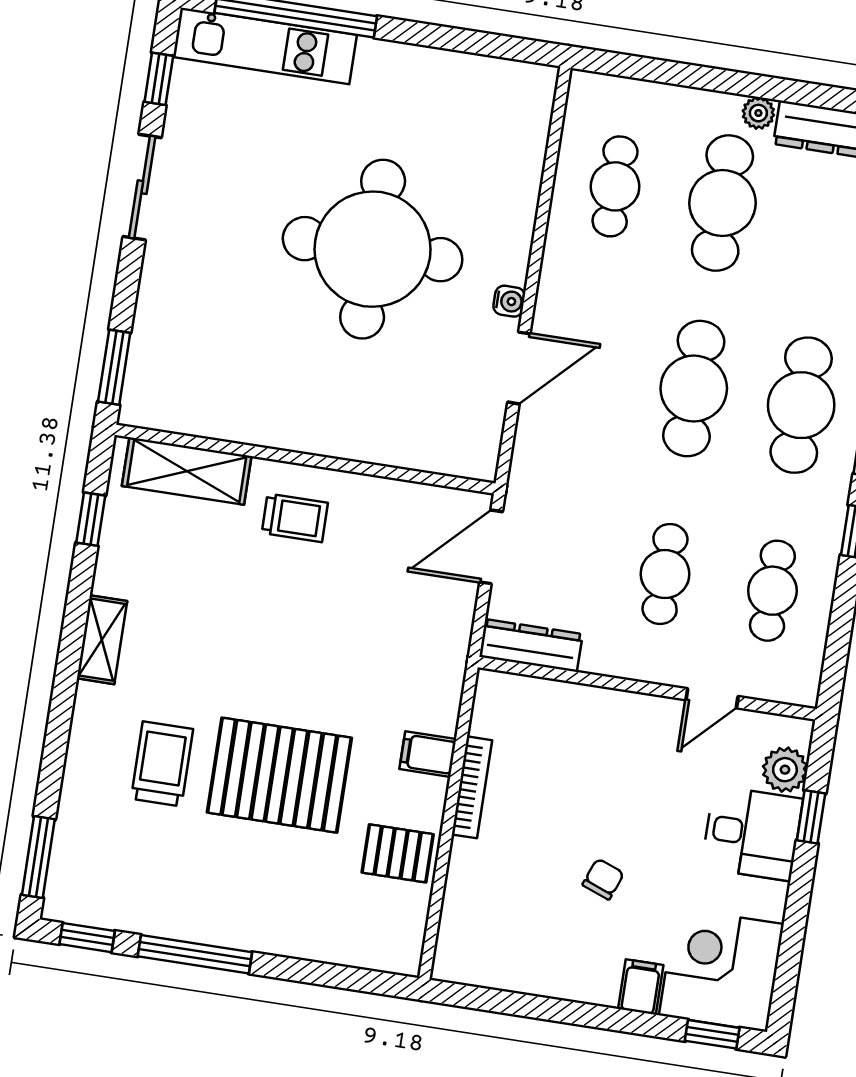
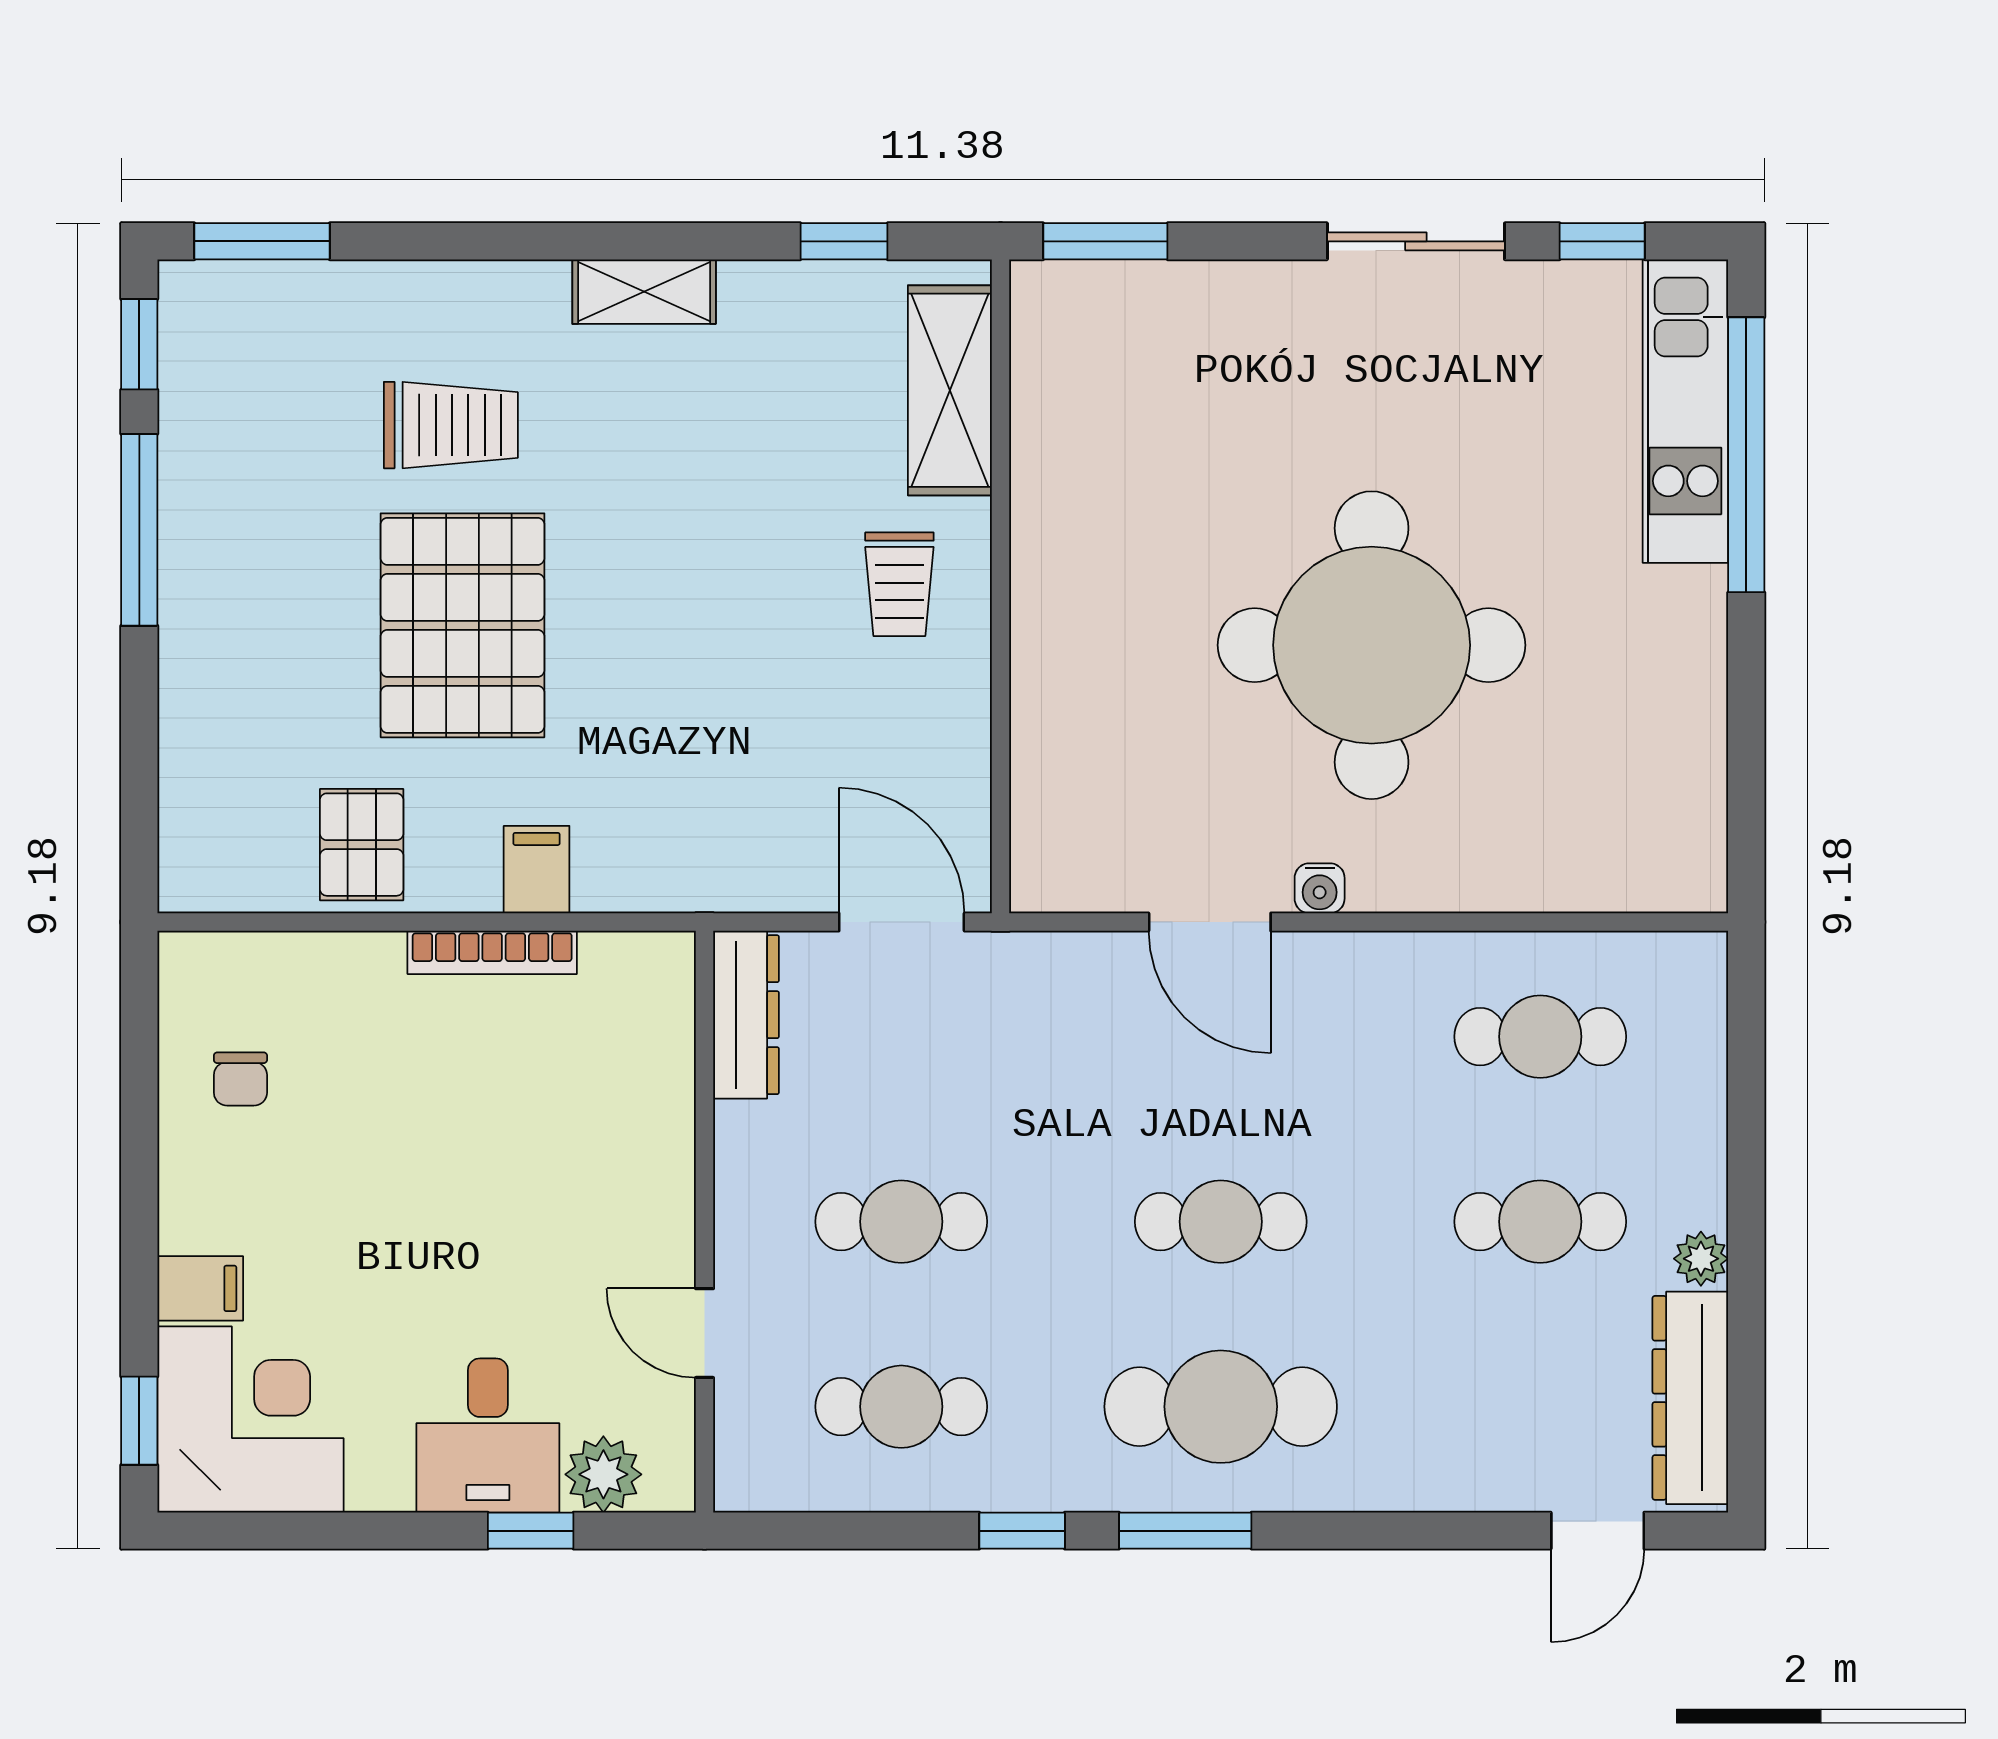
cafe table: (722, 203) -> (1540, 1222), width x0.73, depth x0.74
cafe table: (694, 389) -> (1221, 1222), width x0.73, depth x0.74
chair: (603, 879) -> (240, 1079), moved, turned 69

